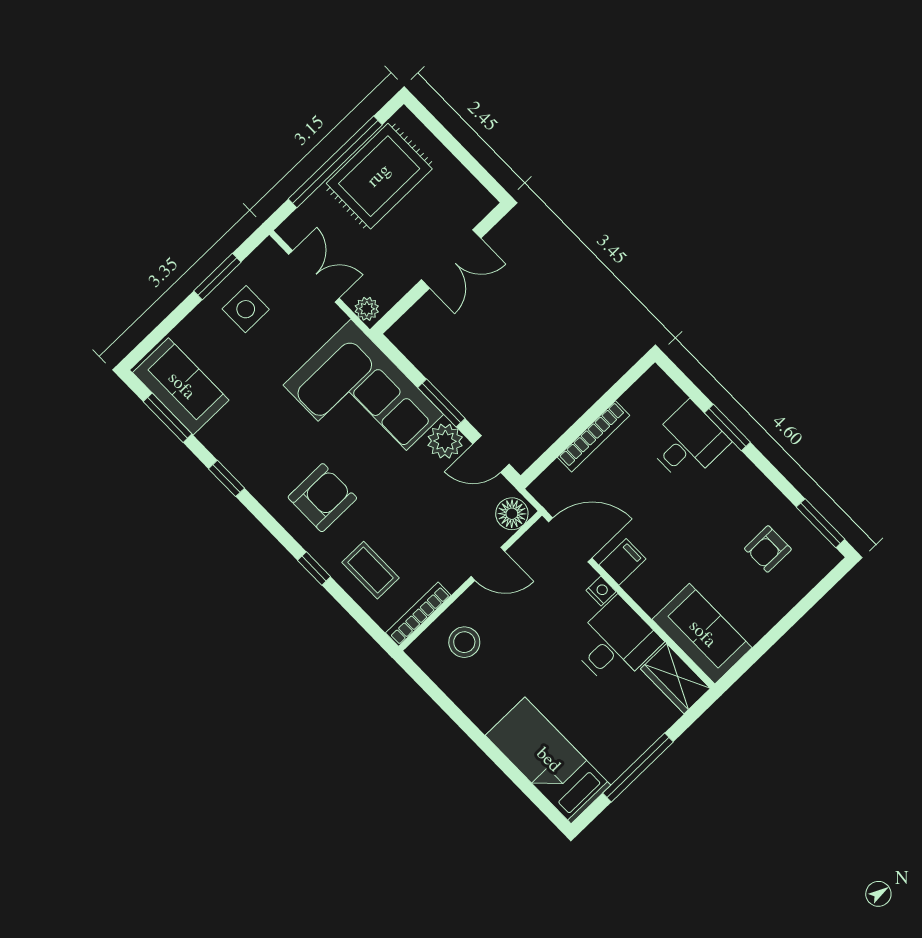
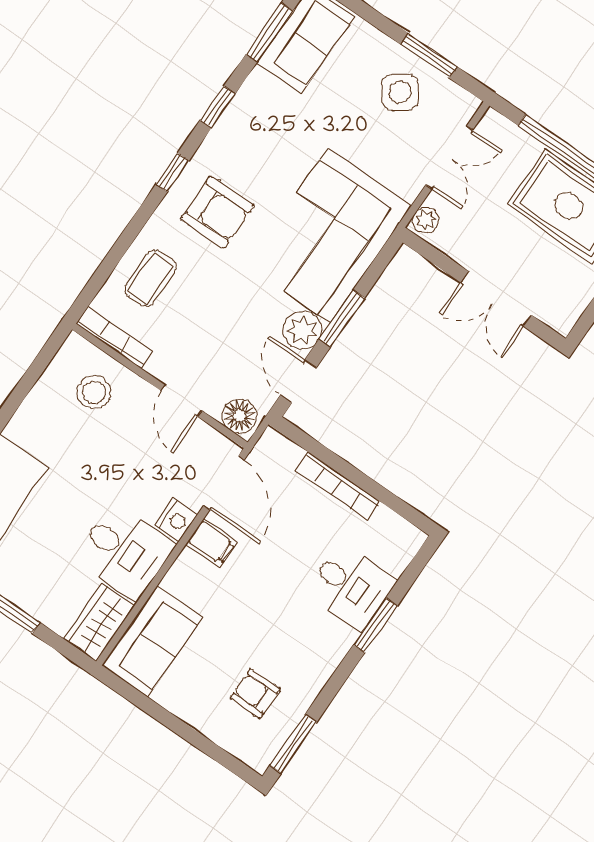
side table: (246, 309) -> (400, 92), turned -36
window: (314, 568) -> (172, 172), moved
nightstand: (601, 591) -> (176, 520), width x1.39, depth x1.35

